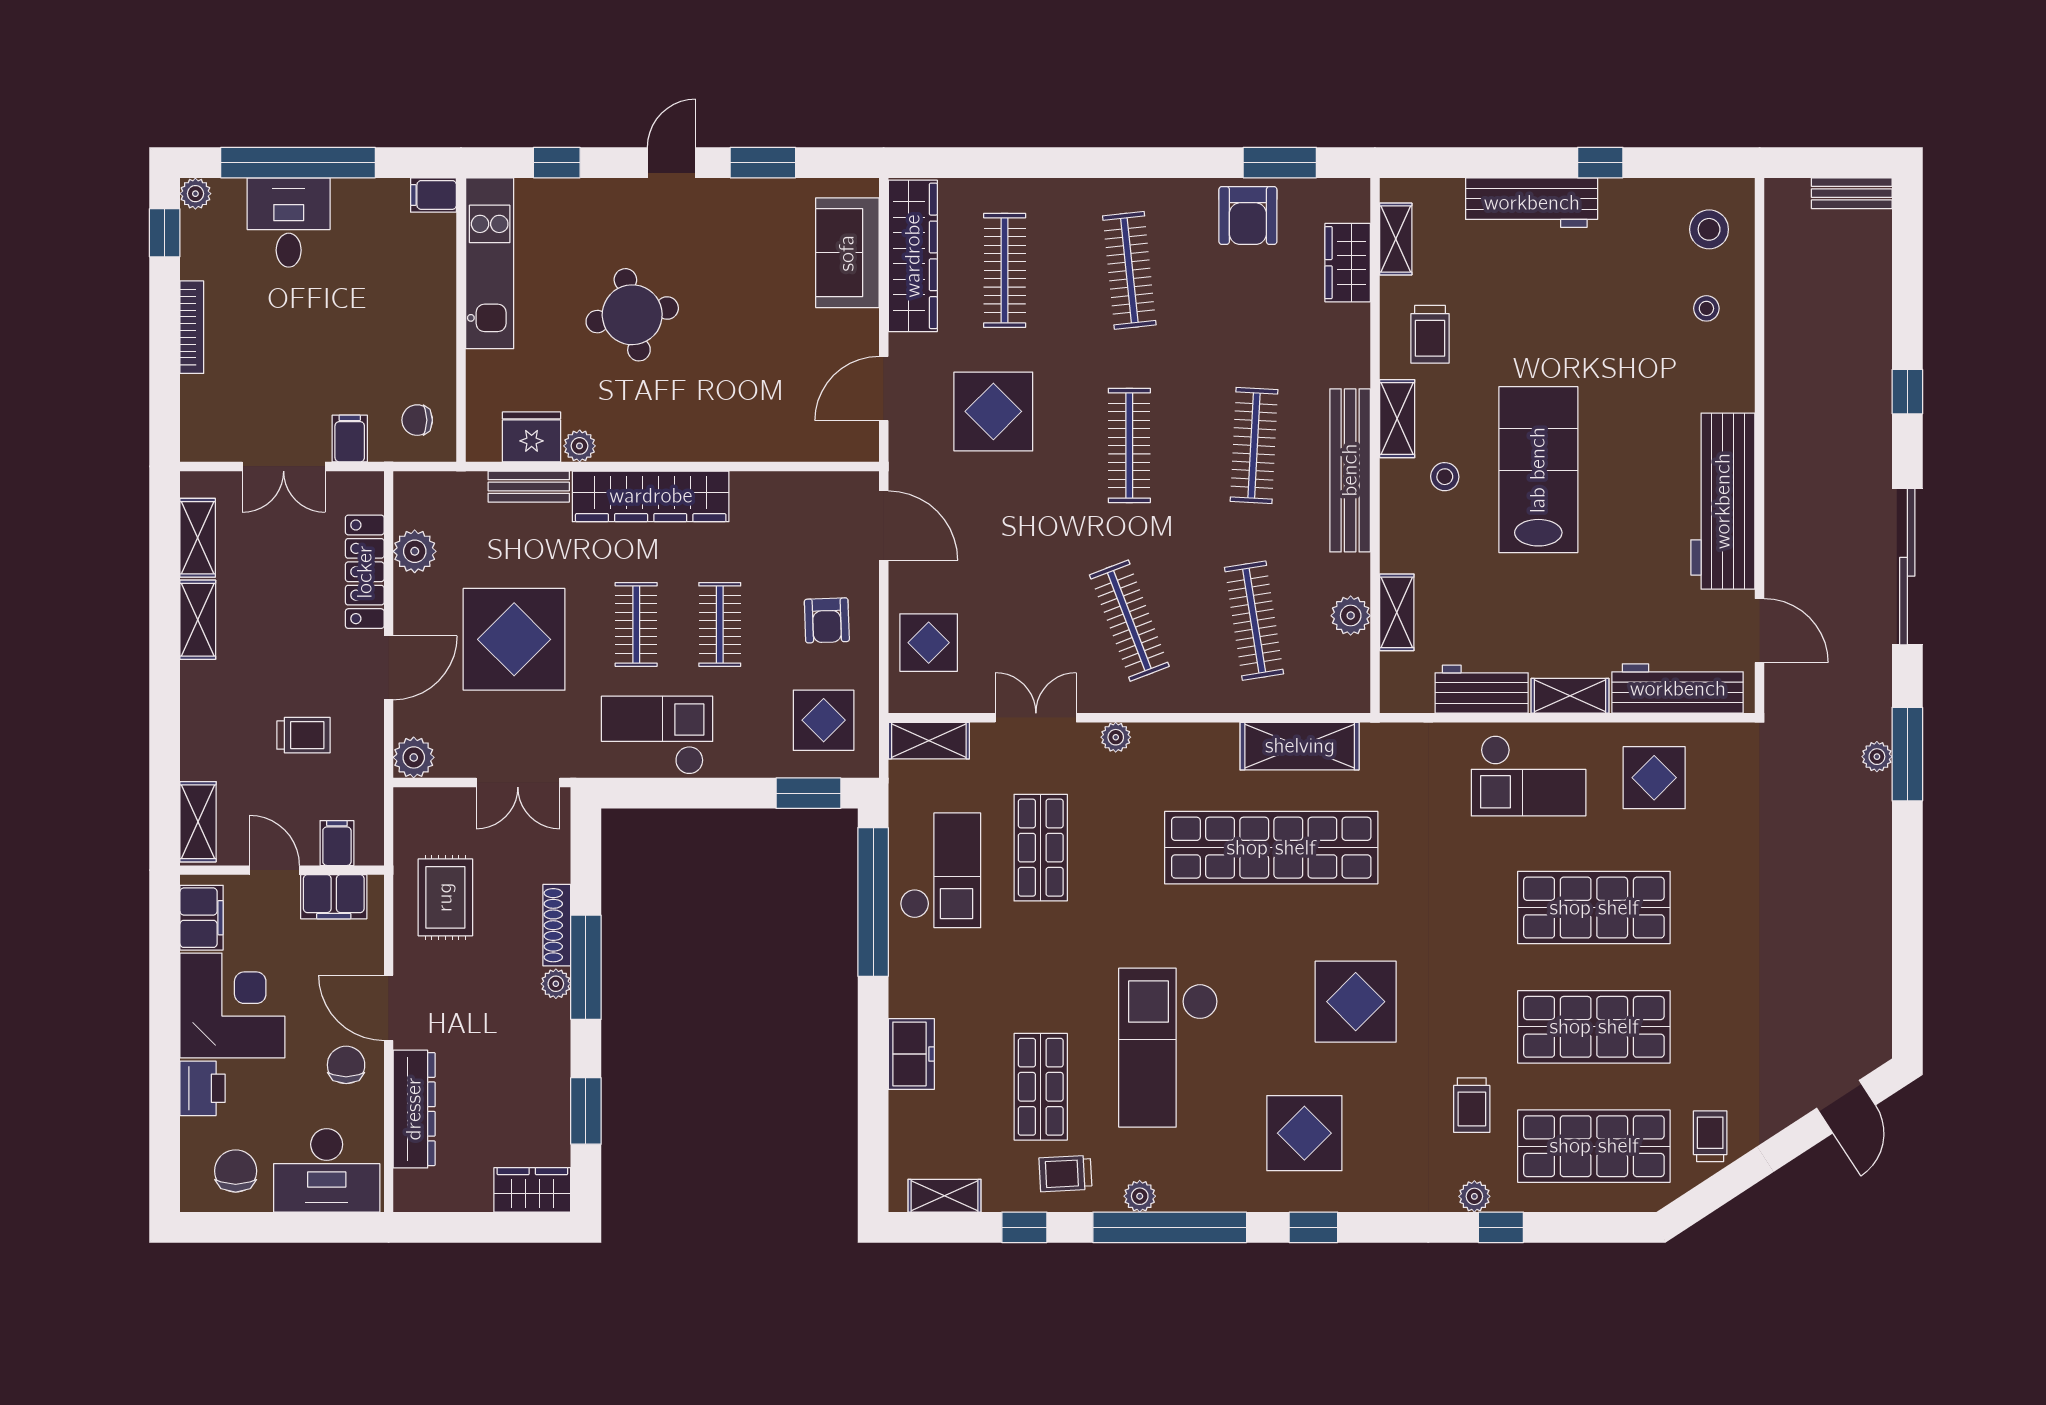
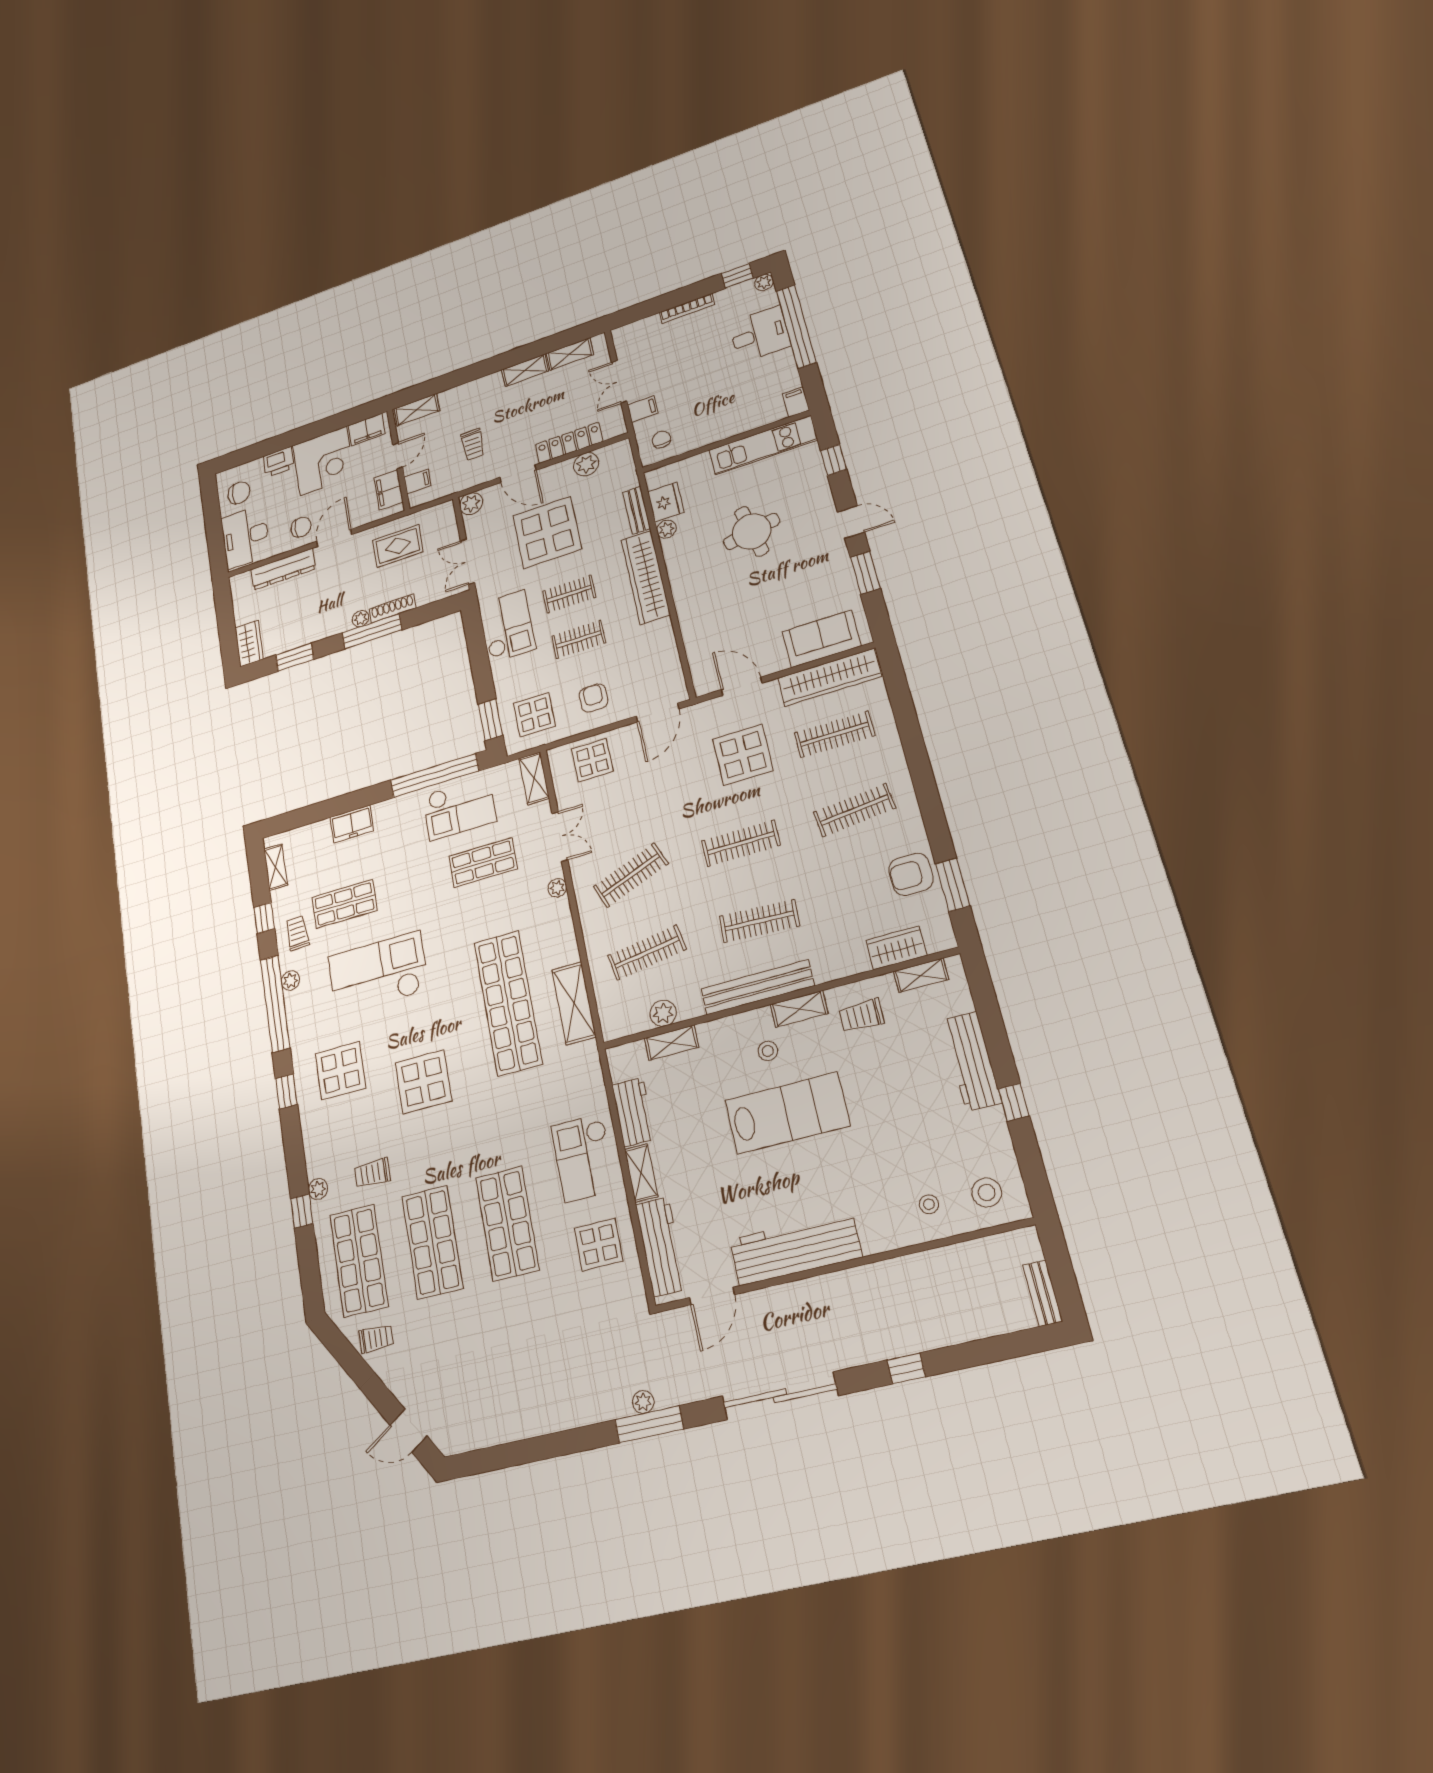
armchair: (827, 620) -> (594, 698), turned 92

